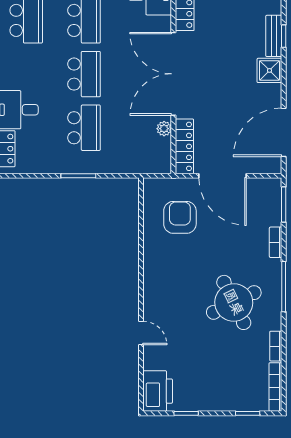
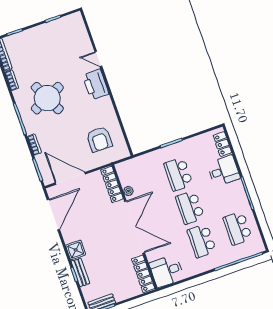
door: (222, 176) -> (70, 178), moved
printer: (158, 391) -> (96, 84), moved

